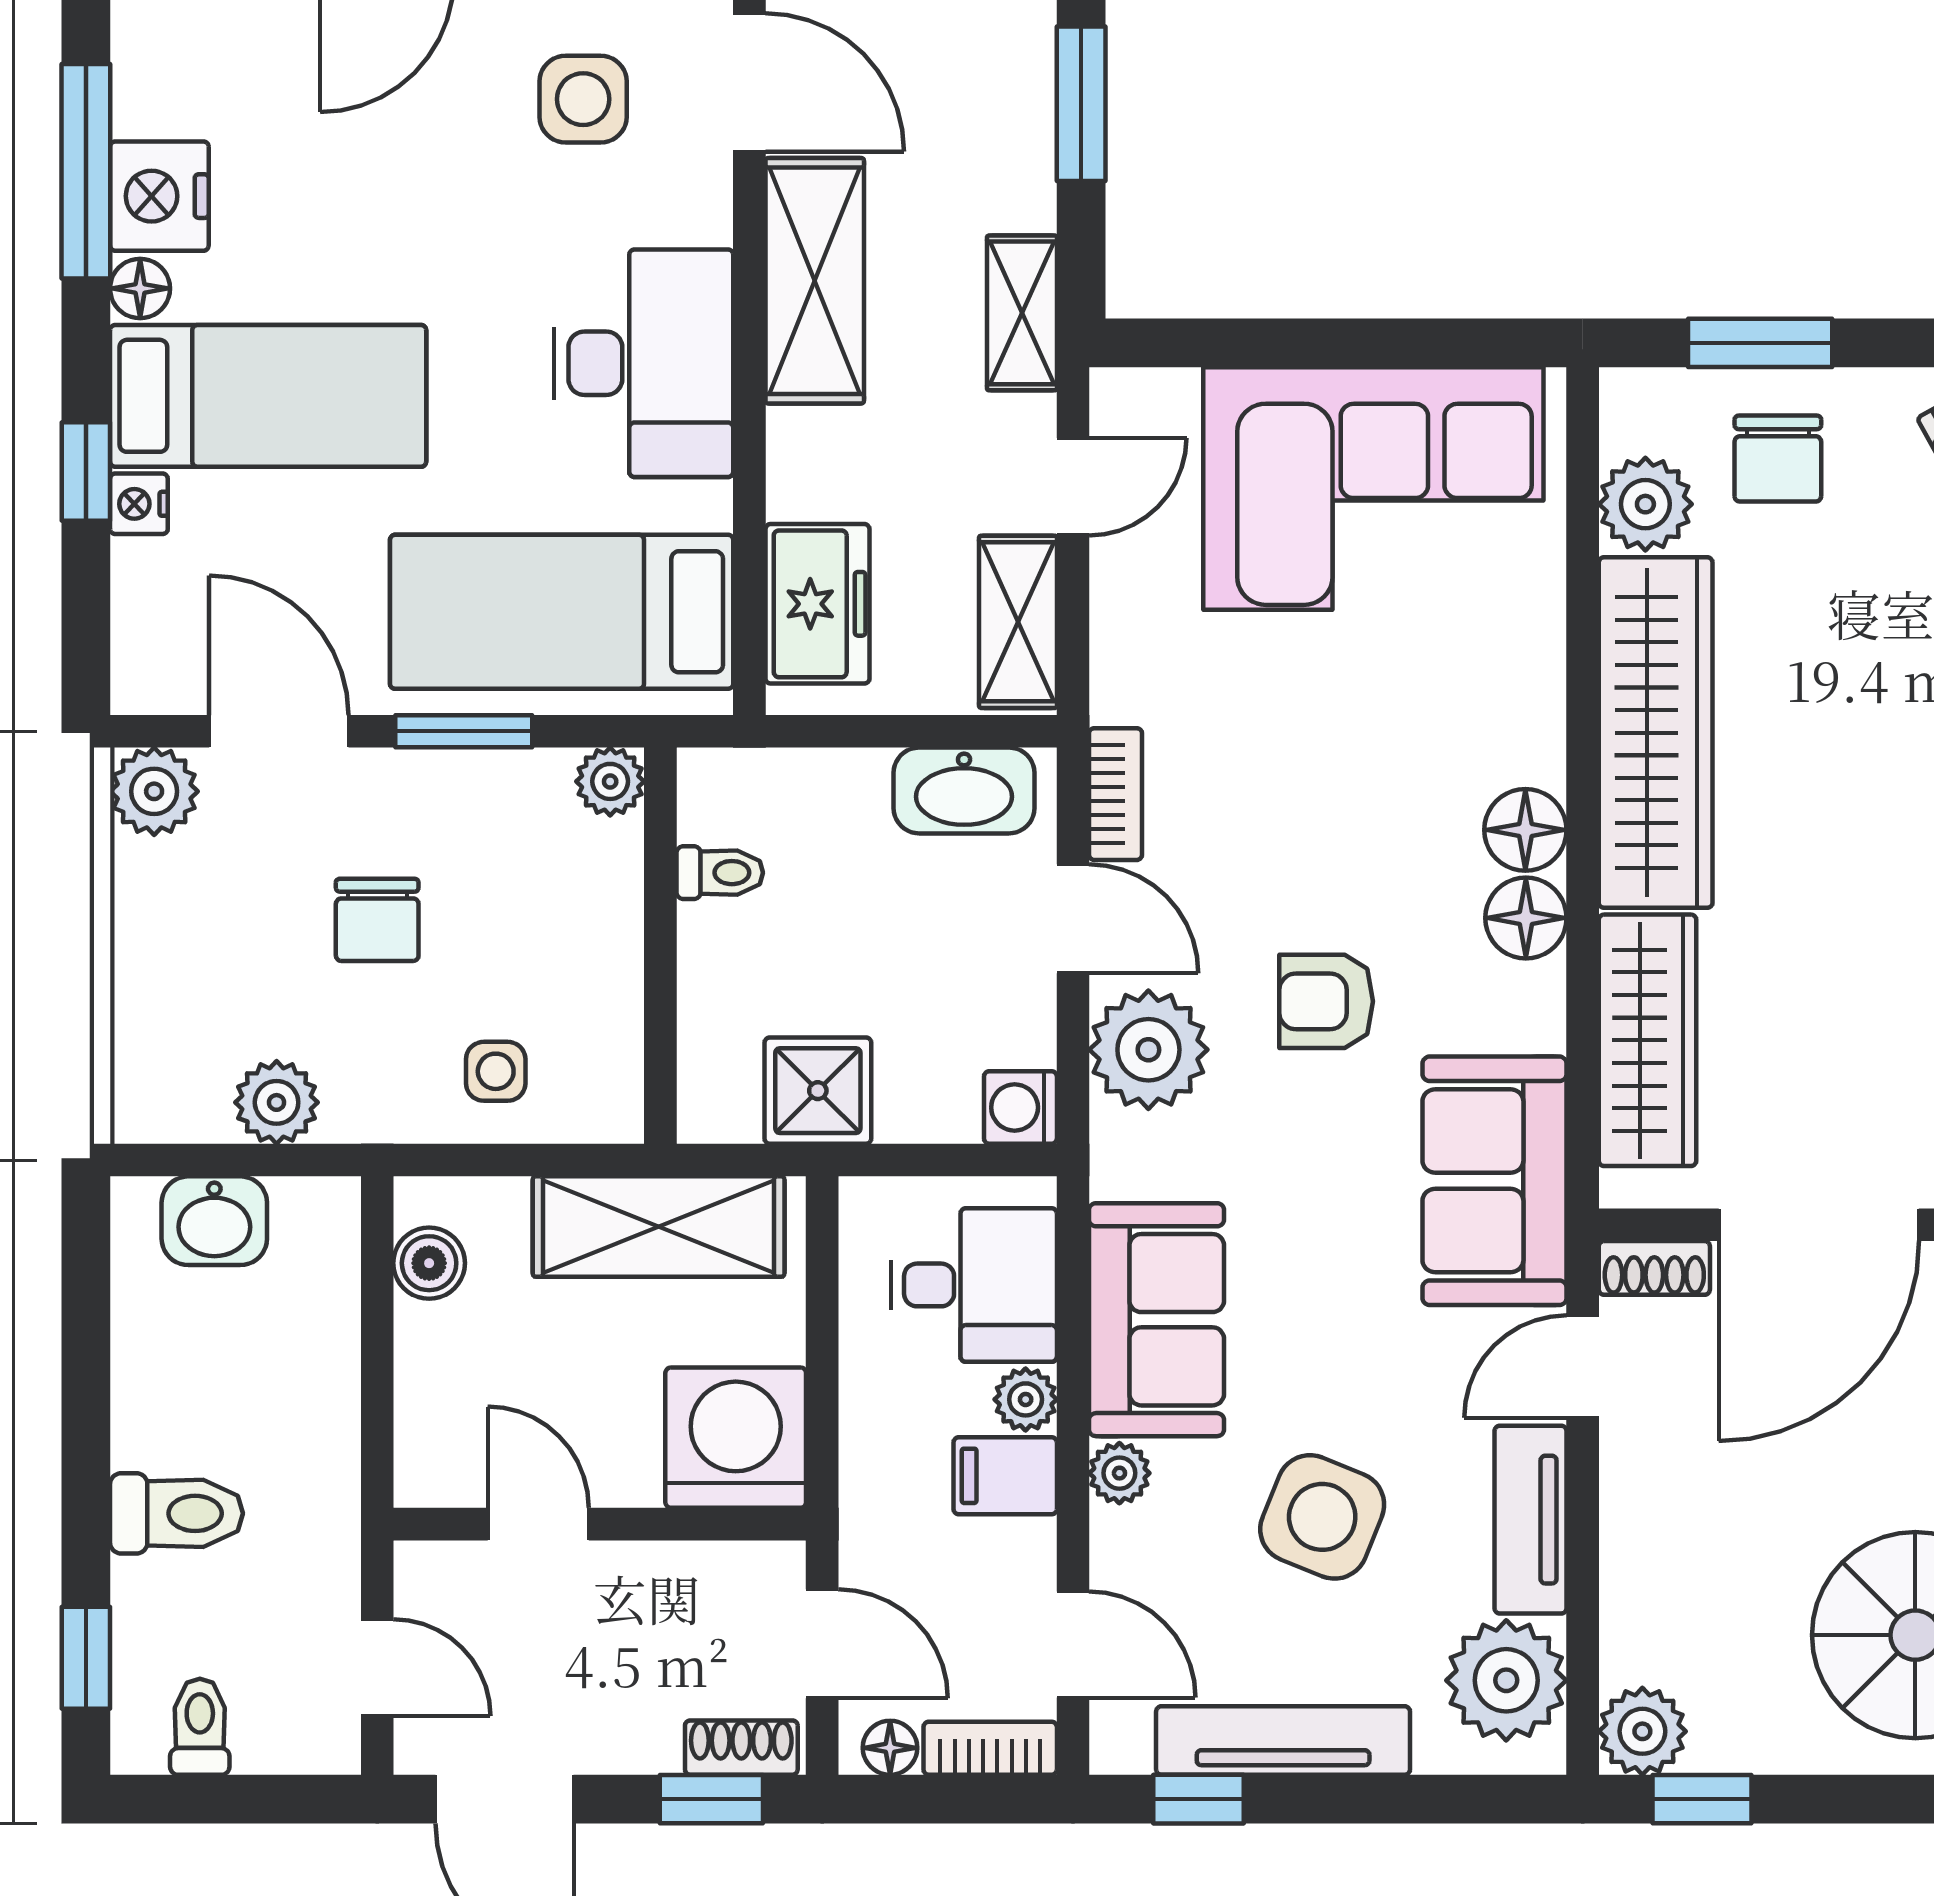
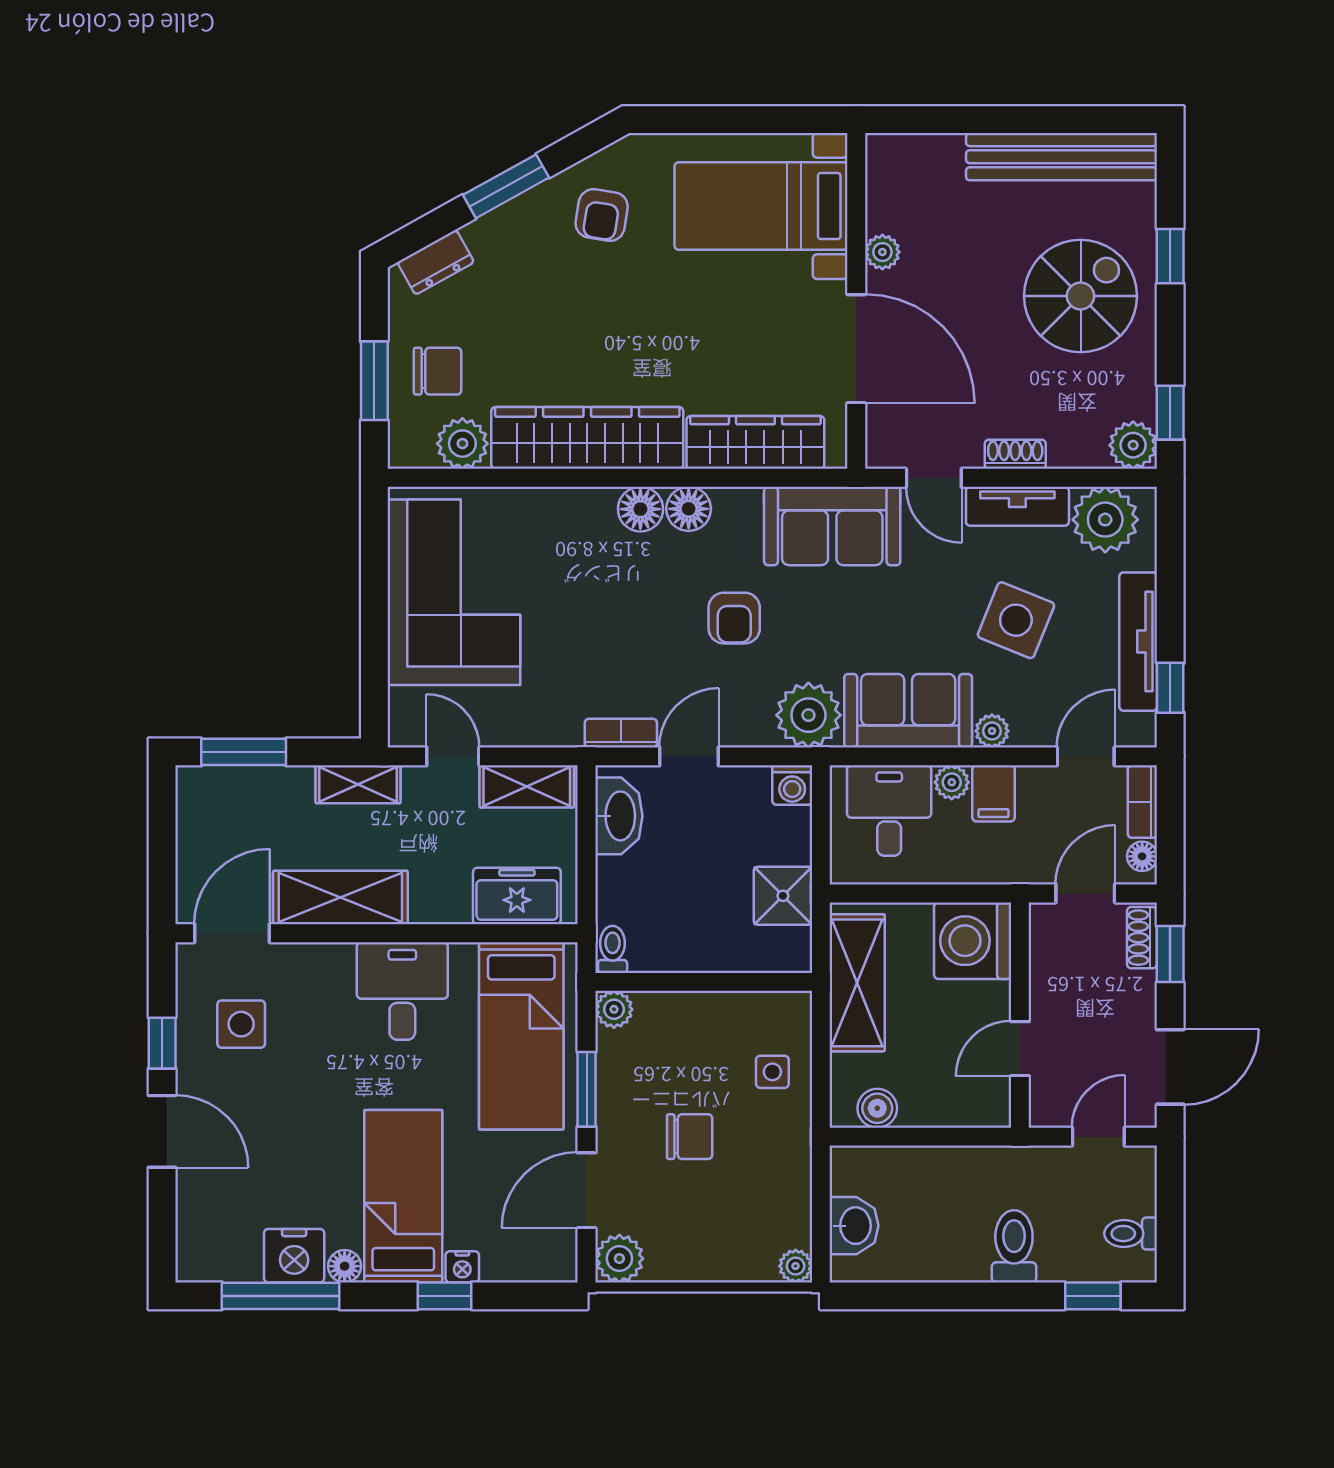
desk: (644, 363) -> (402, 991), width x0.73
toilet: (720, 873) -> (613, 949), moved
plant: (1148, 1050) -> (808, 715), moved
plant: (277, 1102) -> (796, 1266), moved, width x0.73, depth x0.73
shoe rack: (1654, 1268) -> (1015, 454), moved, turned -90

